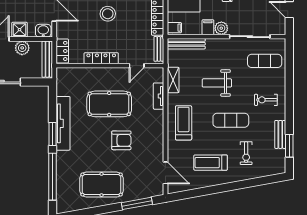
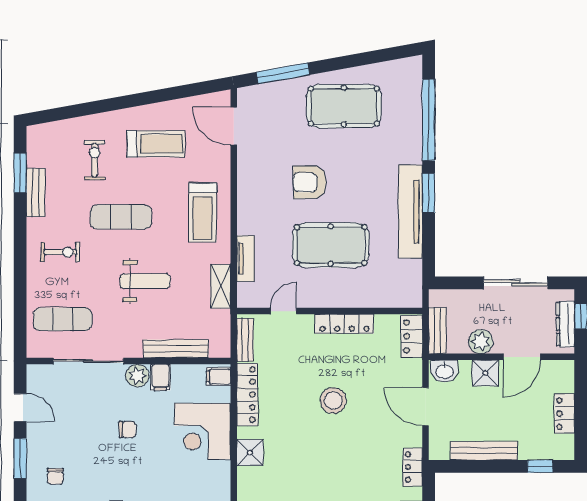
bench: (186, 44) -> (176, 349), moved
bench: (47, 59) -> (437, 331), width x0.73

